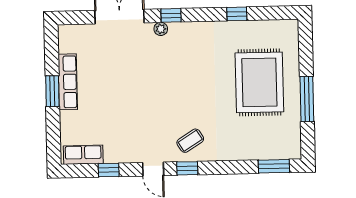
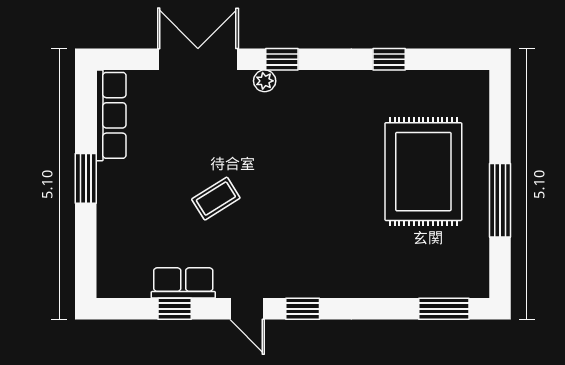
row of seats: (68, 82) -> (111, 115), moved
coffee table: (190, 141) -> (216, 199), moved
row of seats: (83, 155) -> (183, 283), moved

